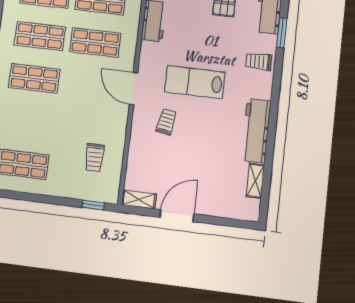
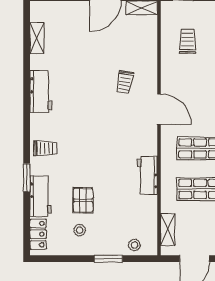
lab bench: (195, 82) -> (102, 122), removed
workbench: (256, 131) -> (41, 92), width x0.73

